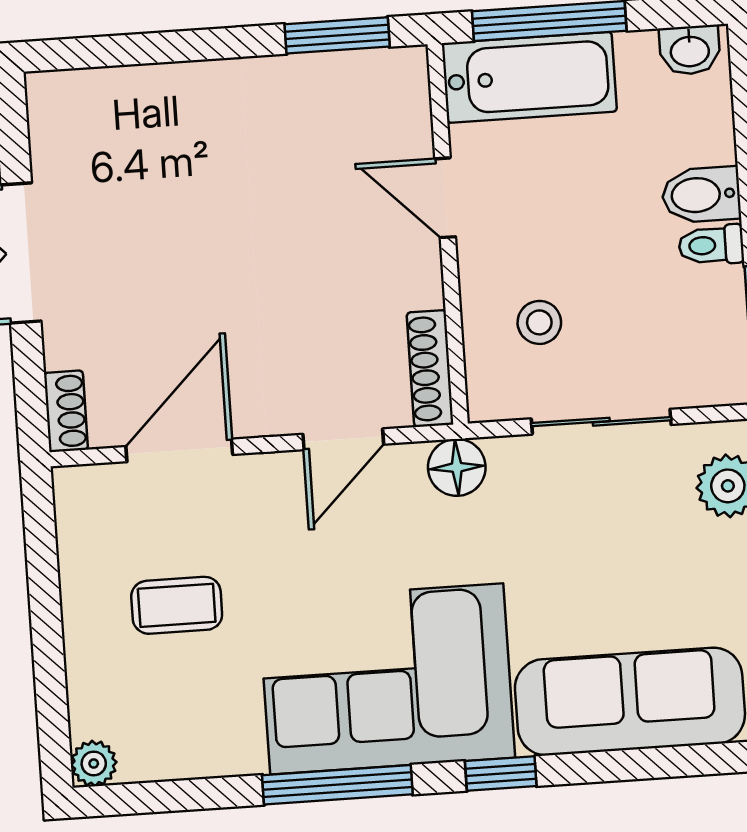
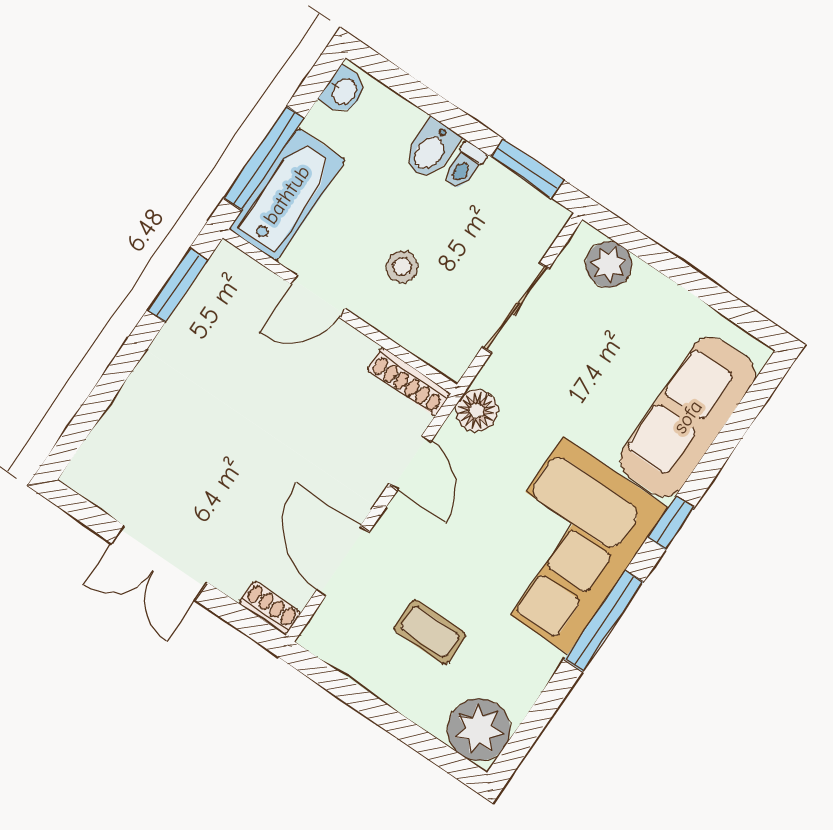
stool: (539, 322) -> (402, 267), moved
coffee table: (177, 605) -> (430, 632), turned 90
plant: (94, 763) -> (479, 730), width x1.88, depth x1.88

